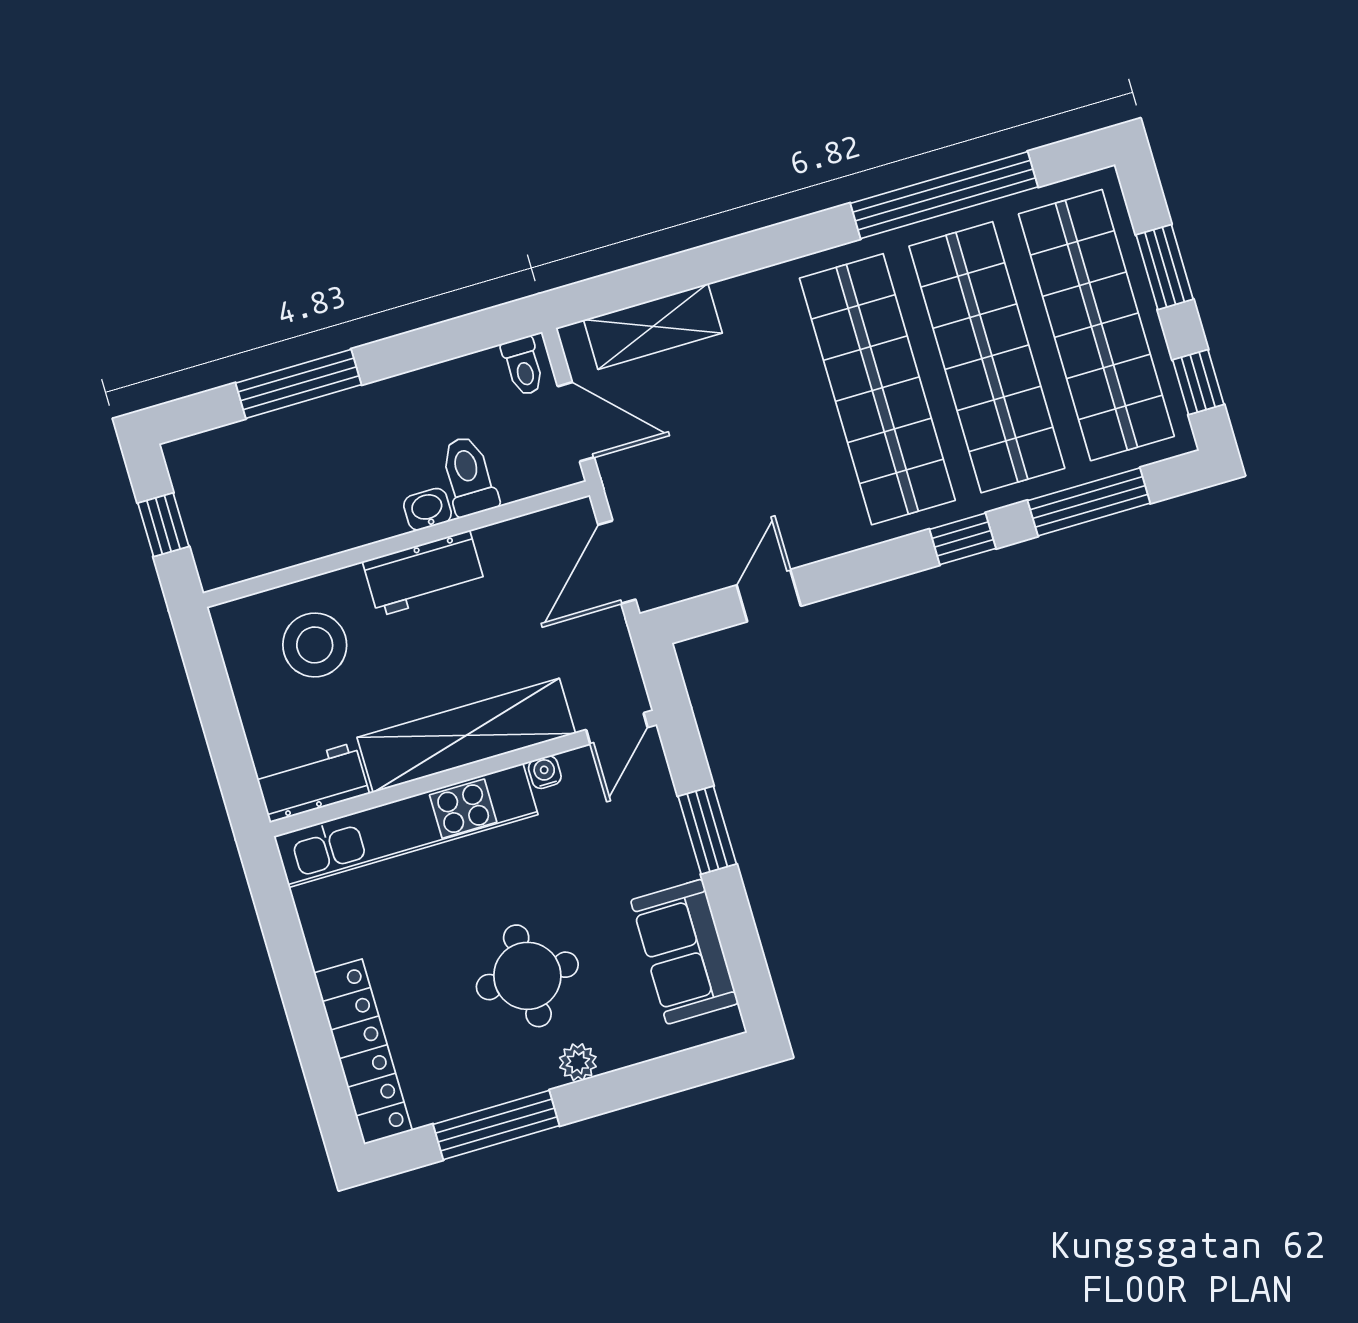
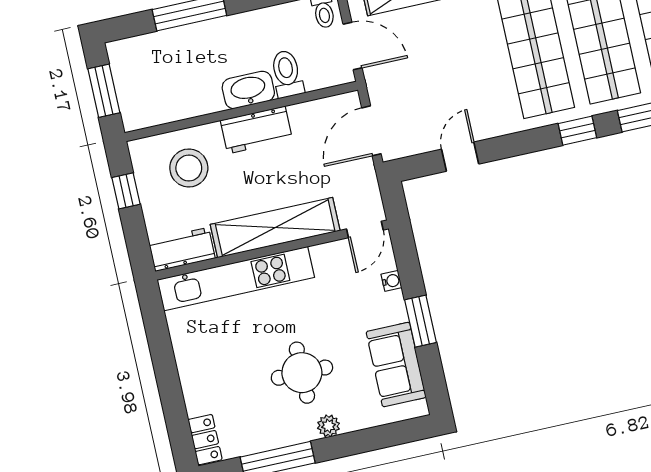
washbasin: (428, 509) -> (248, 90), width x1.91, depth x1.45
window: (163, 525) -> (104, 91), width x1.50
window: (212, 690) -> (126, 191), added
water cooler: (545, 772) -> (391, 281), moved, turned 90
window: (707, 830) -> (421, 321), moved
locker: (363, 1052) -> (205, 440), width x0.46, depth x0.83

